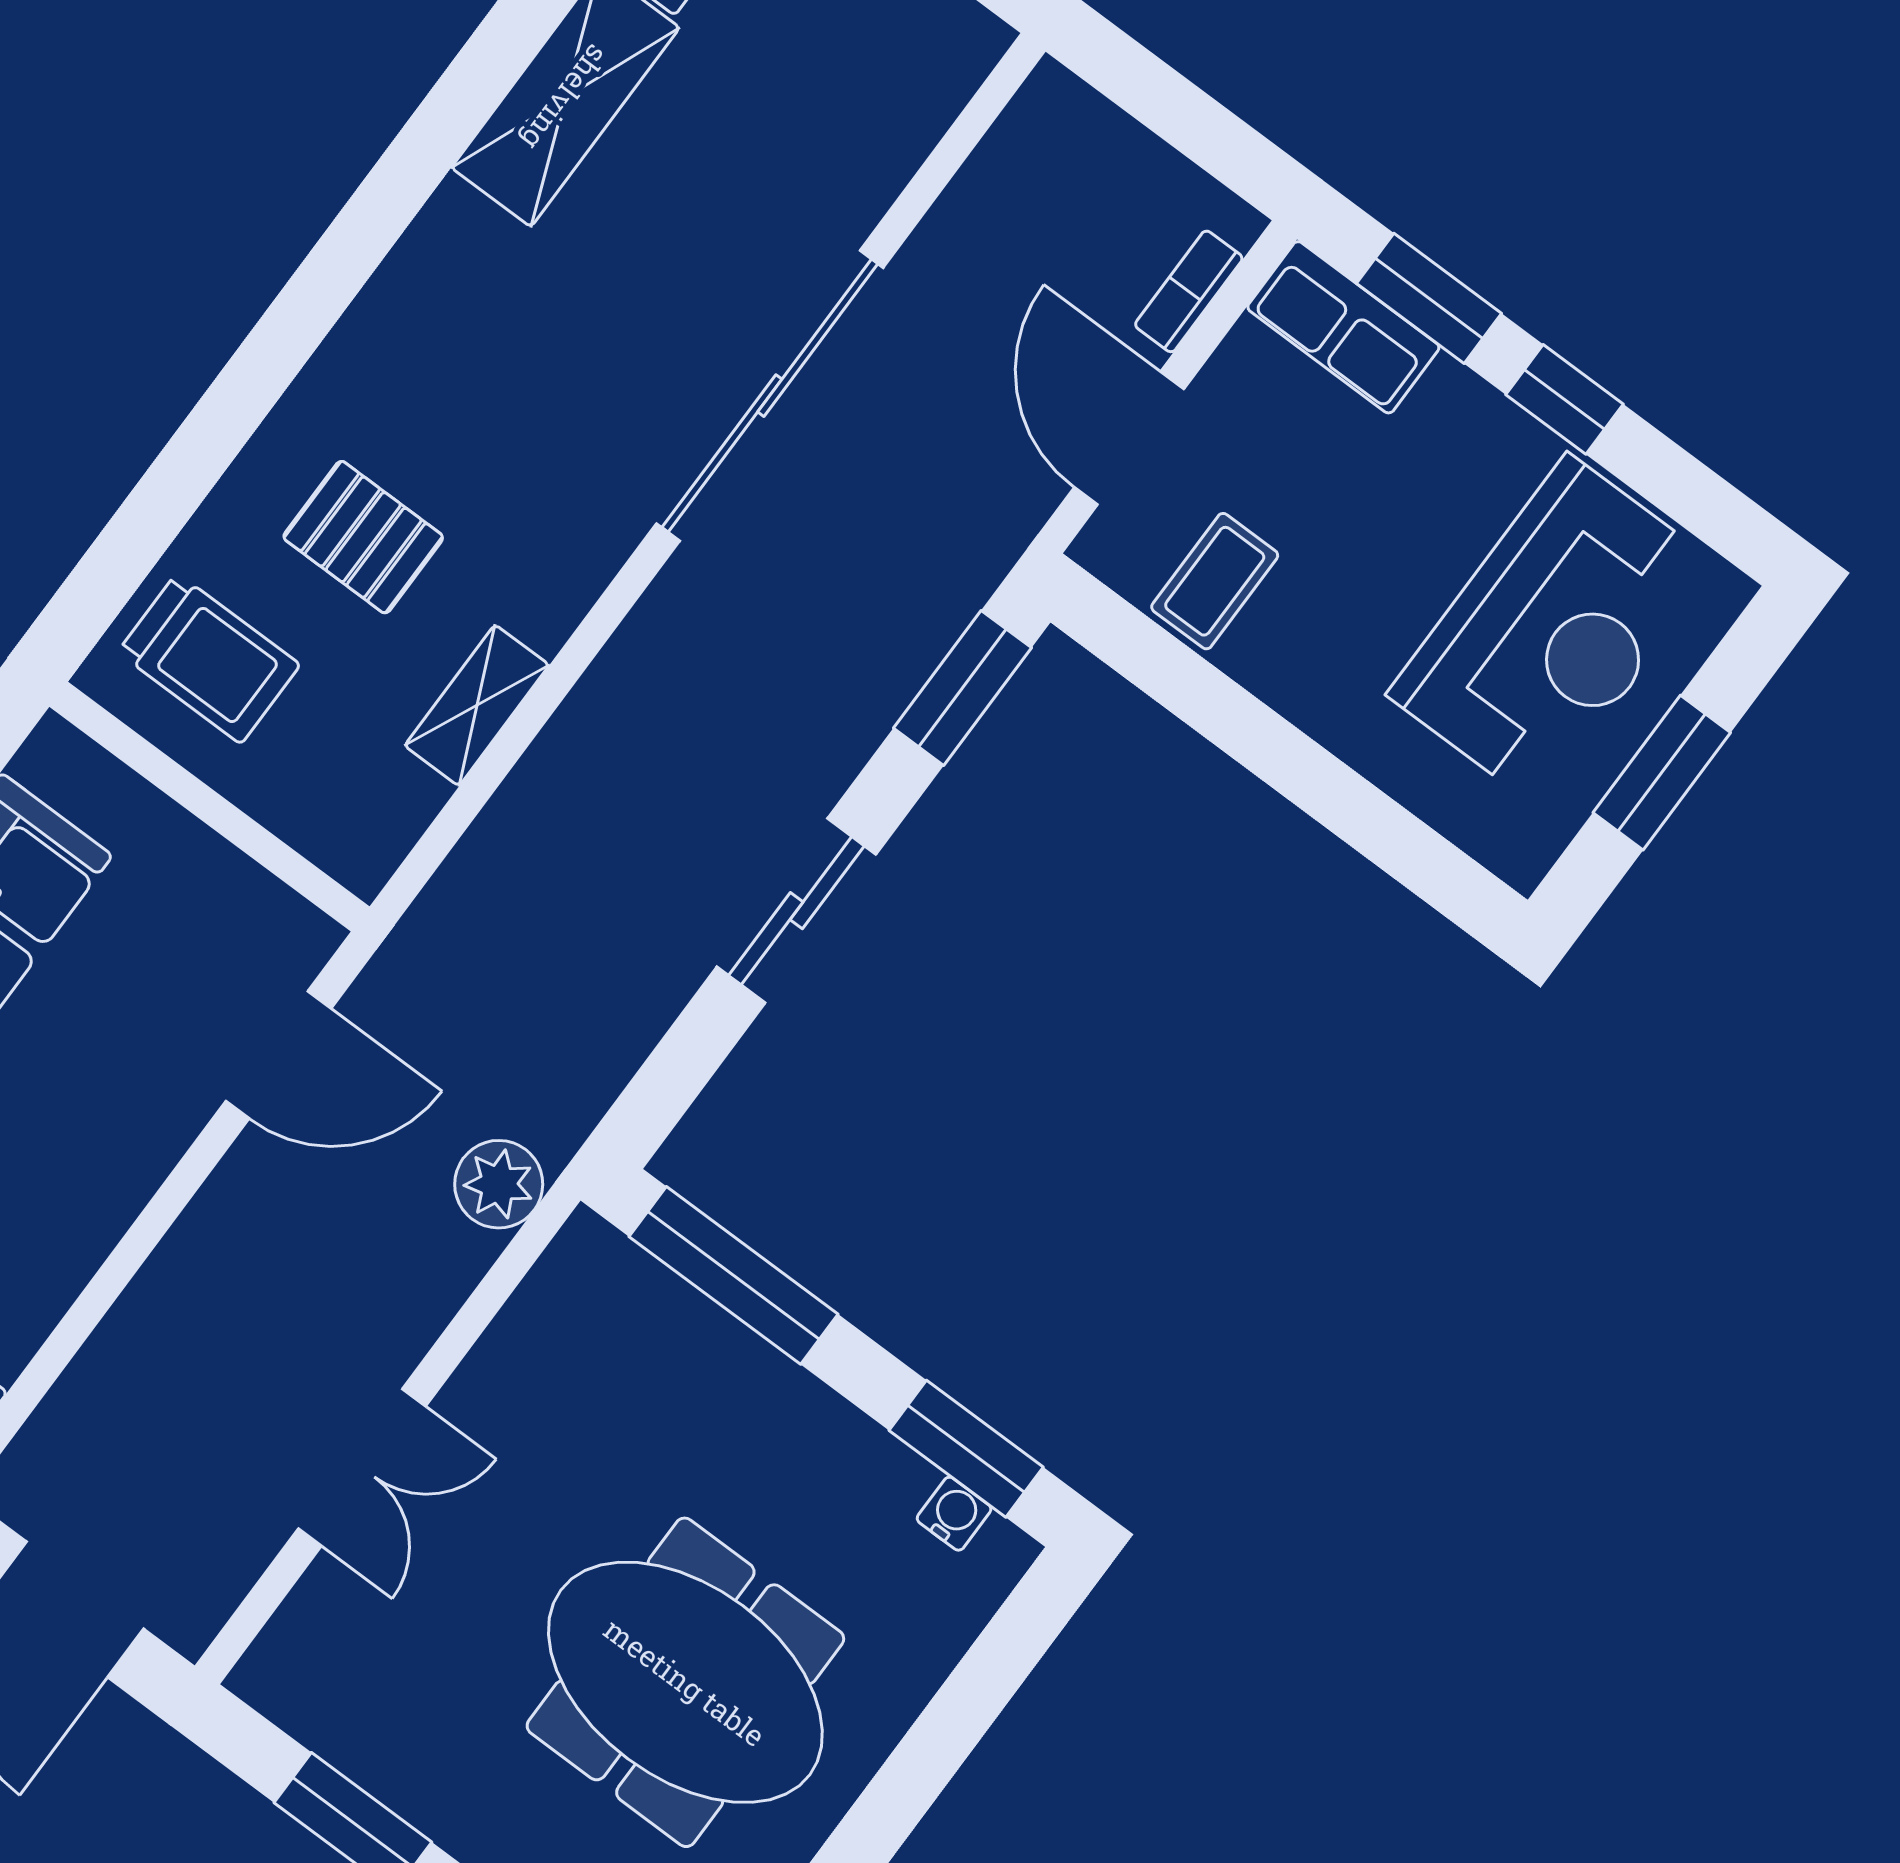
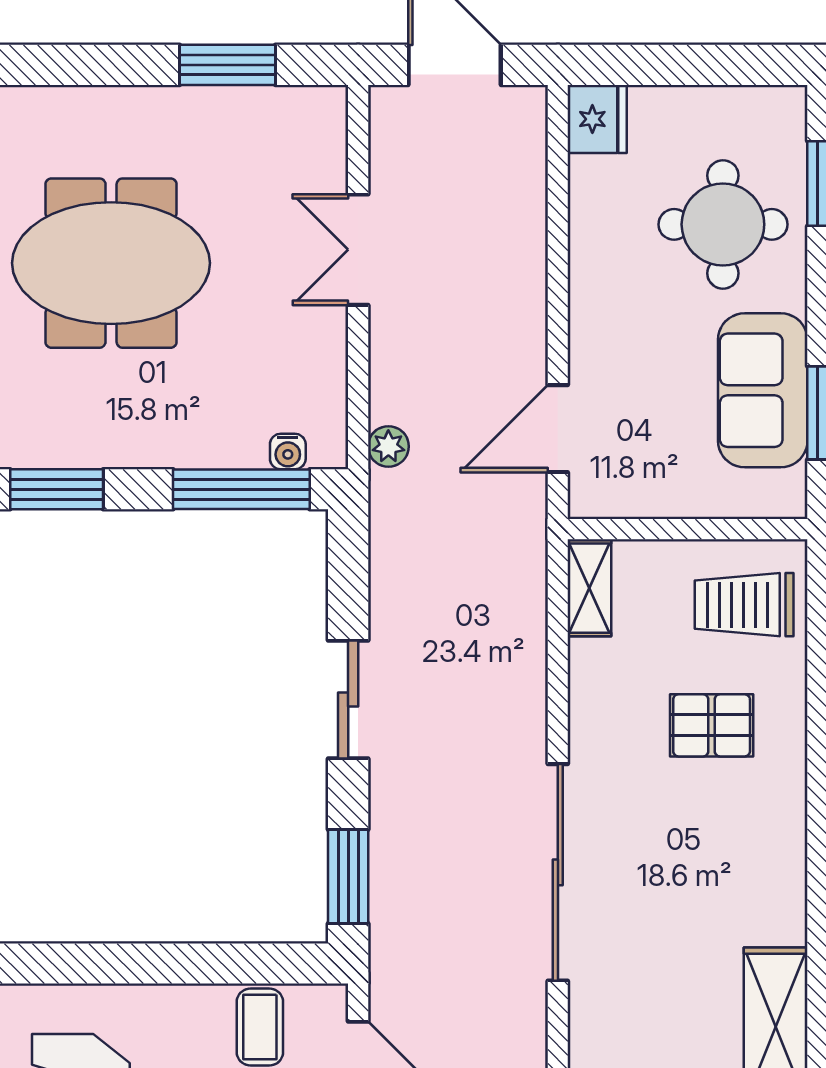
sliding door: (770, 396) -> (558, 872), moved
shelving: (477, 705) -> (589, 588), moved
plant: (499, 1184) -> (388, 446), width x0.73, depth x0.73
water cooler: (954, 1514) -> (288, 452), moved

